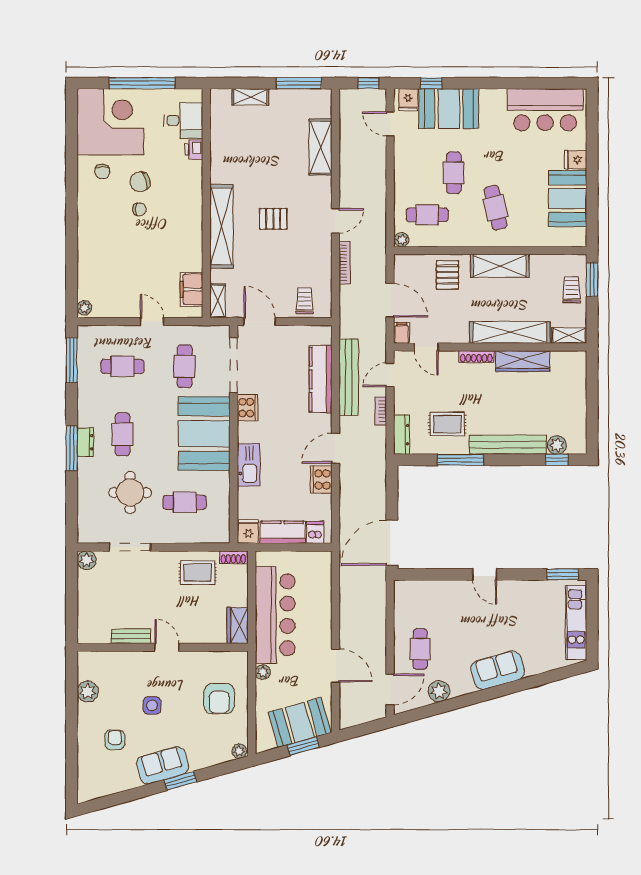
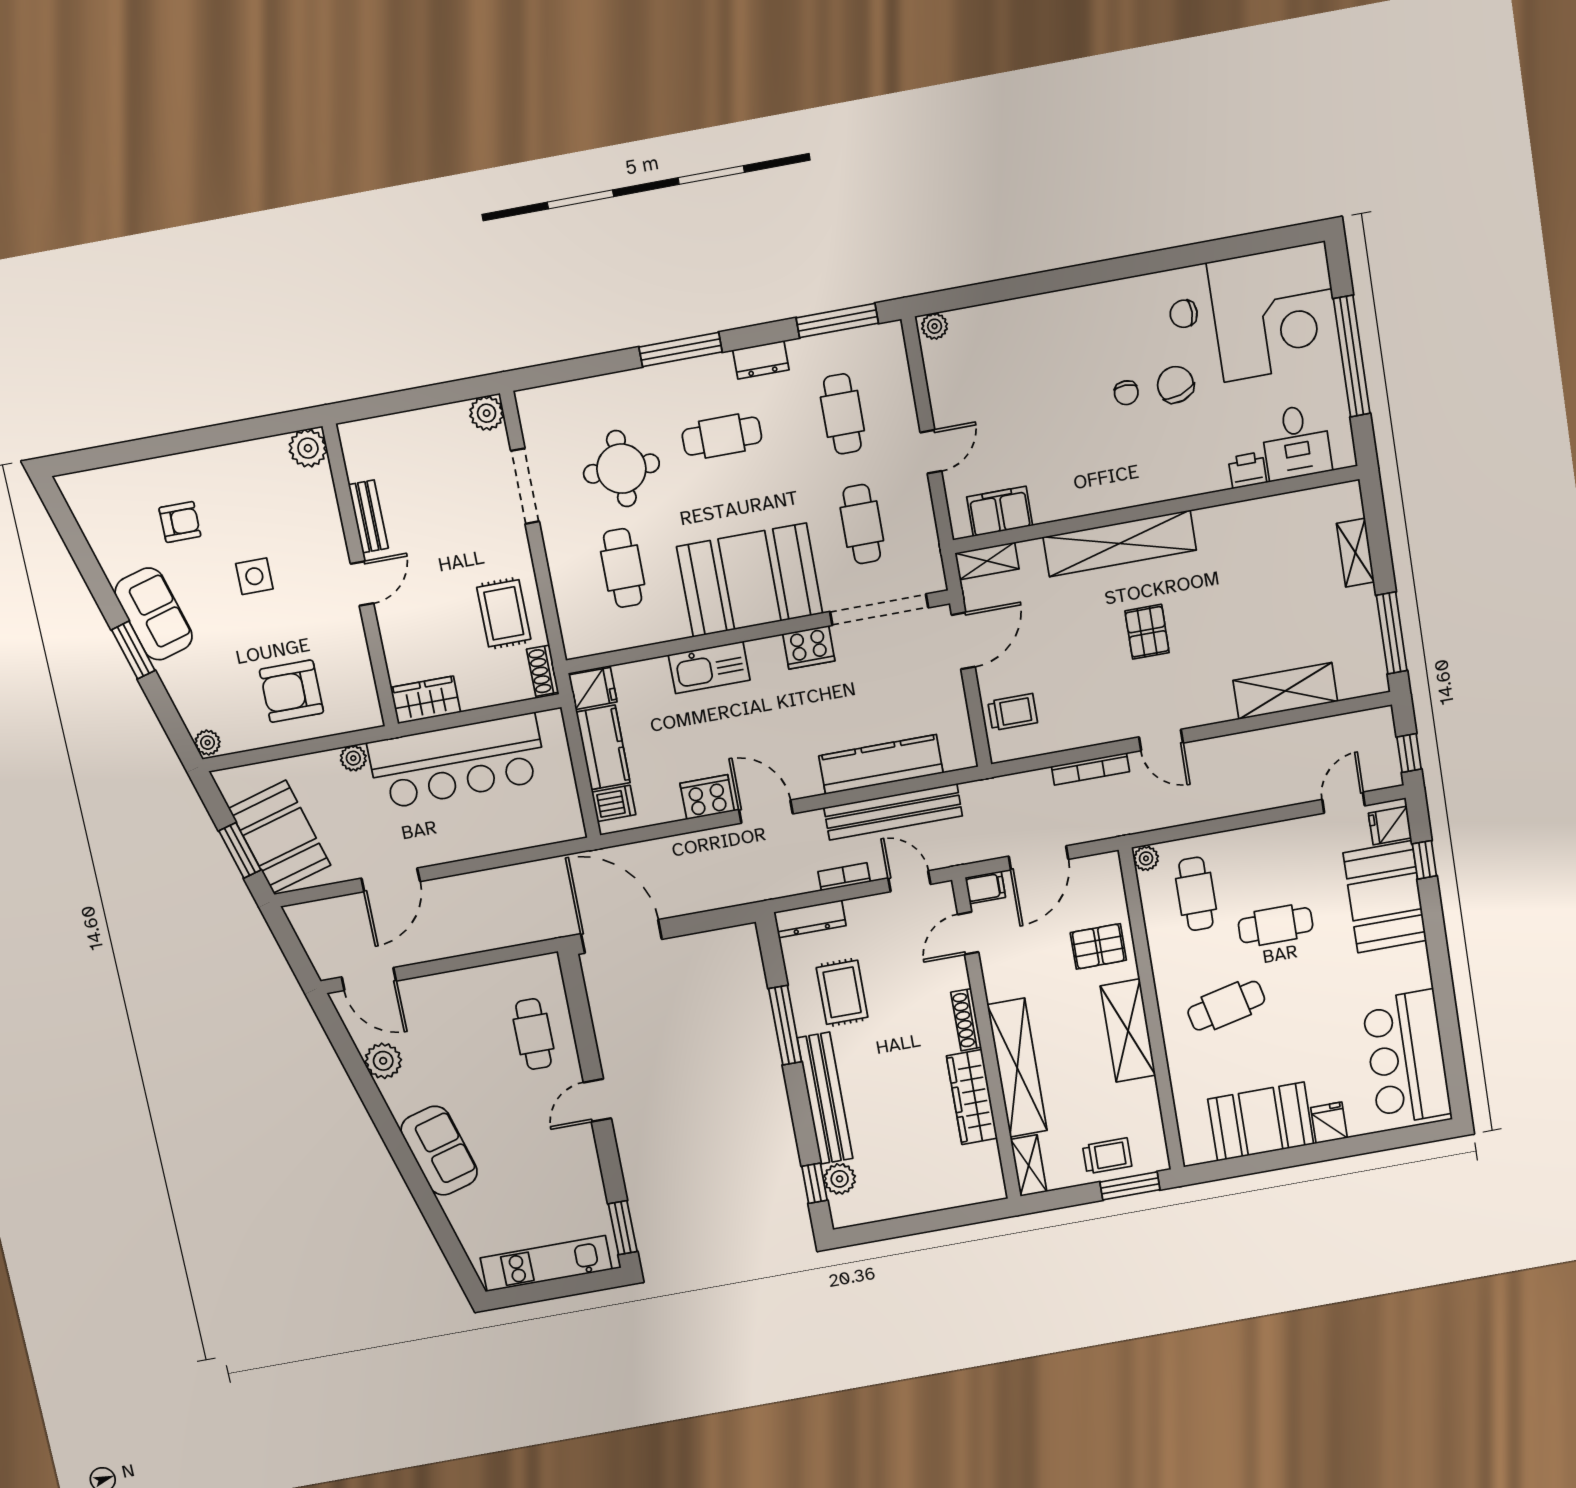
cafe table: (185, 366) -> (862, 524), turned 90
dresser: (85, 442) -> (761, 360), moved
cafe table: (420, 649) -> (533, 1034), moved, turned 90
plant: (88, 692) -> (308, 448), moved

